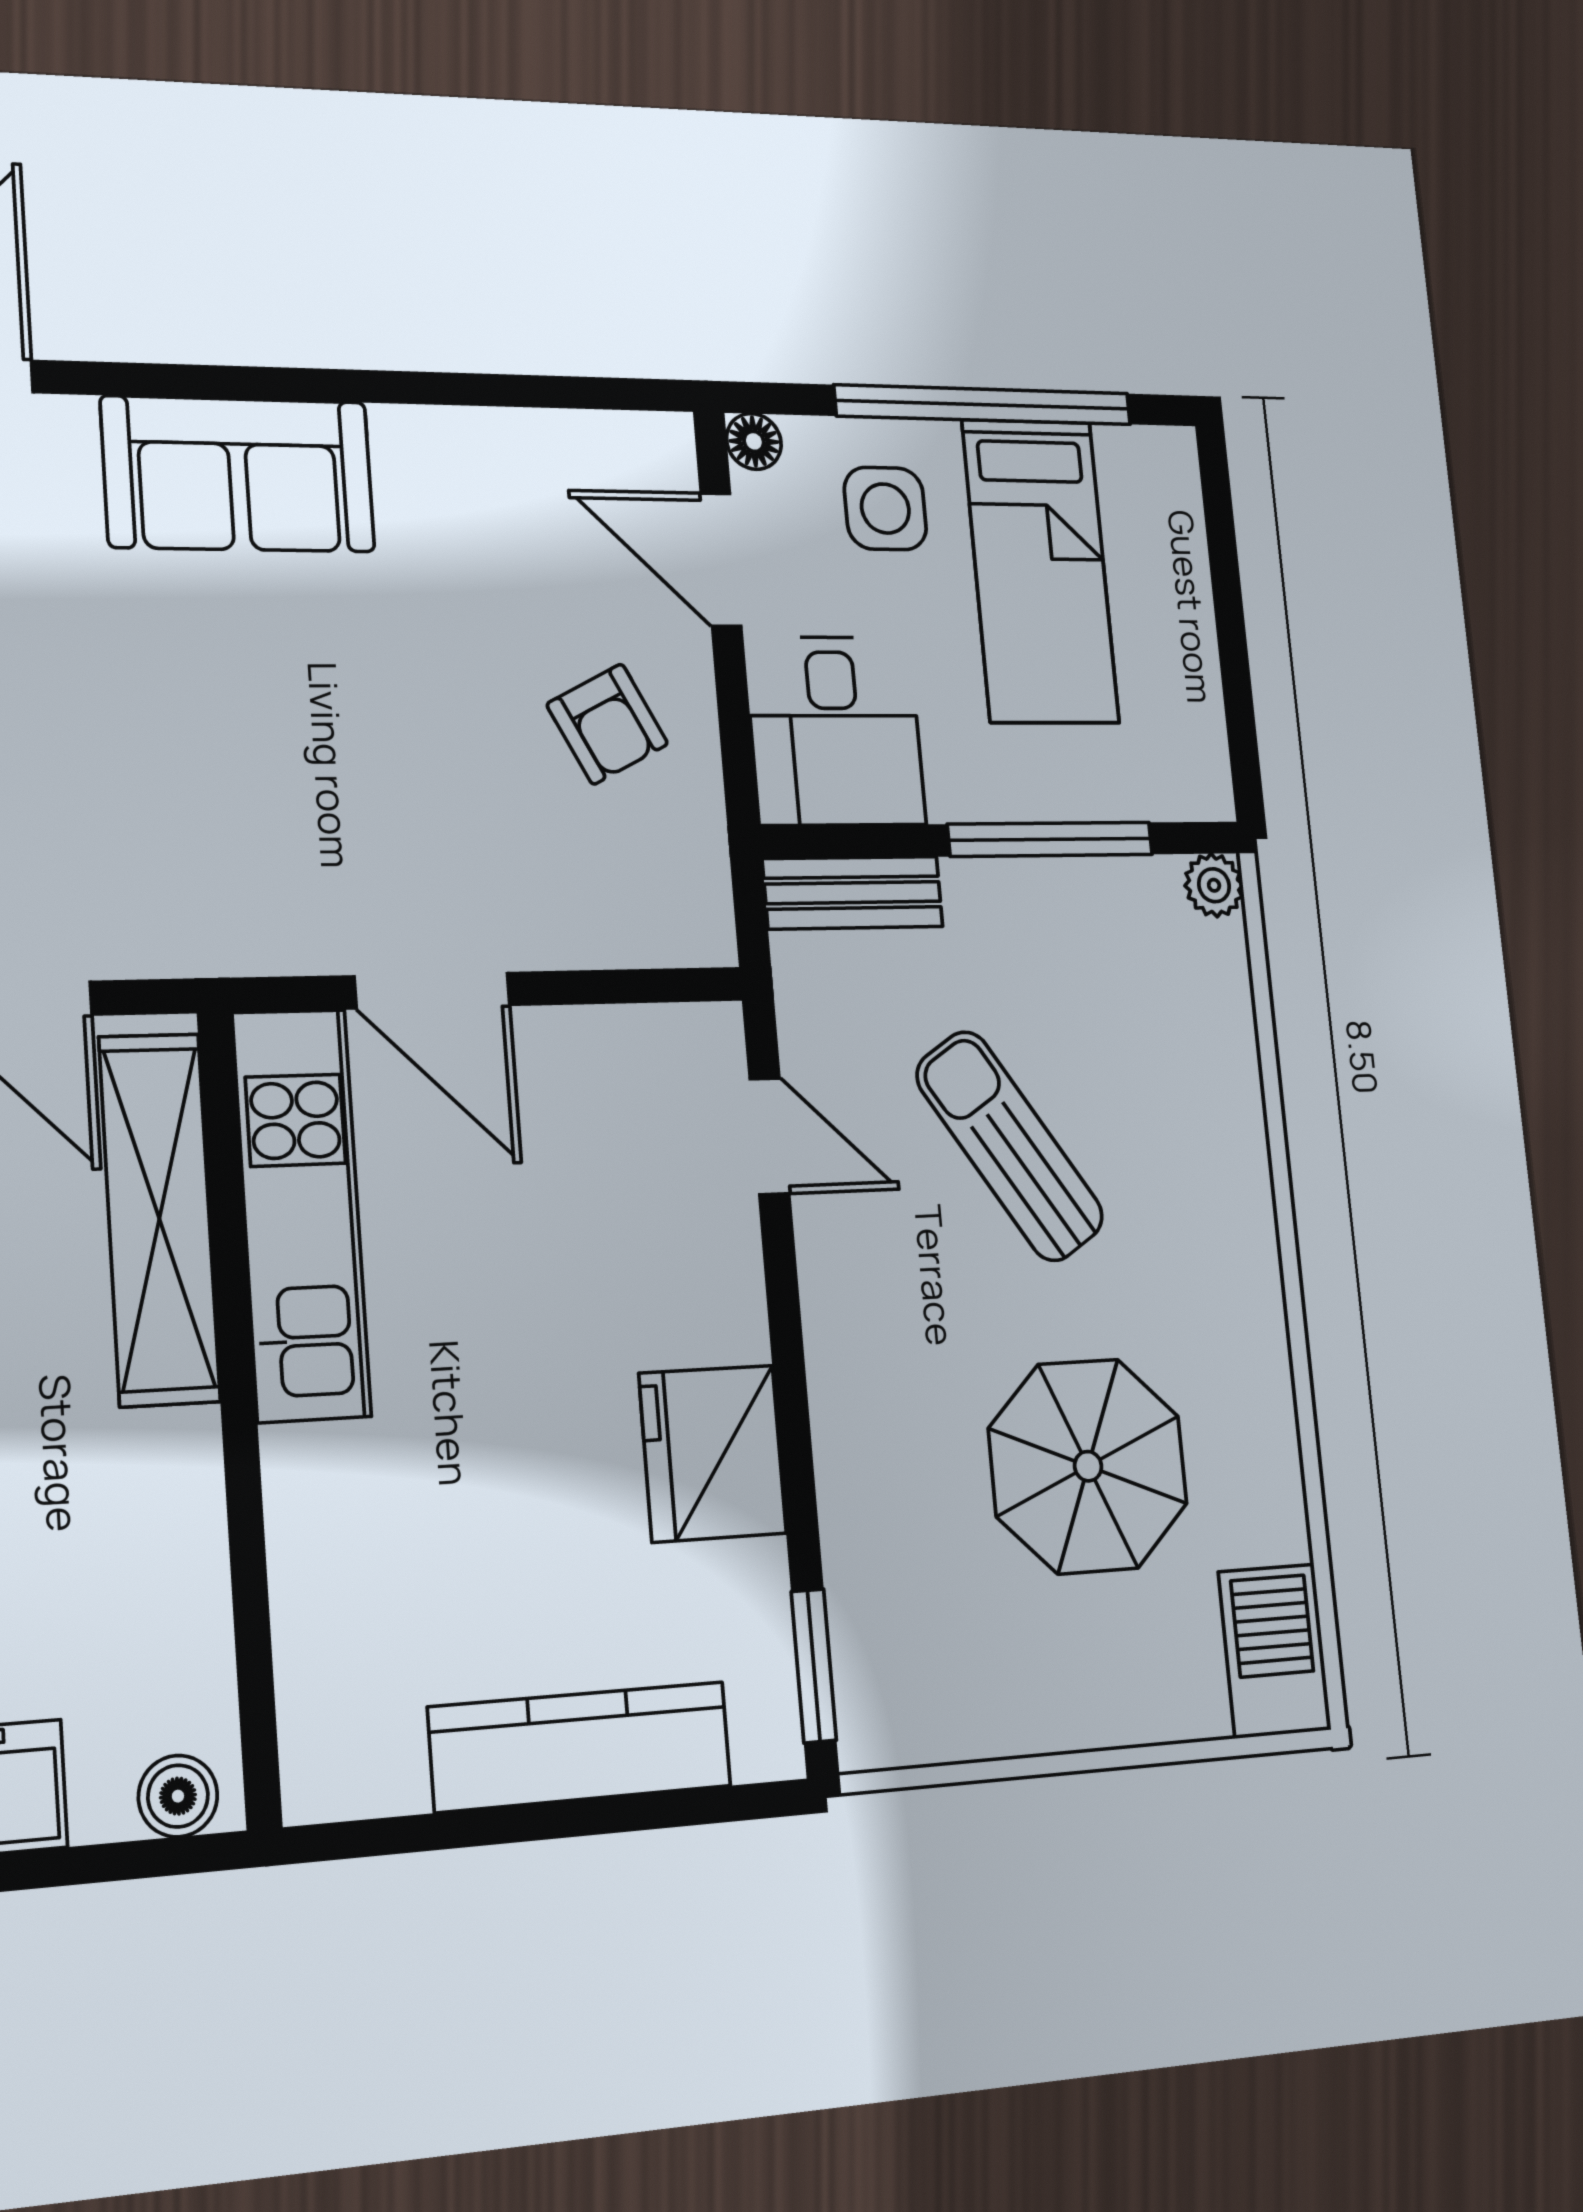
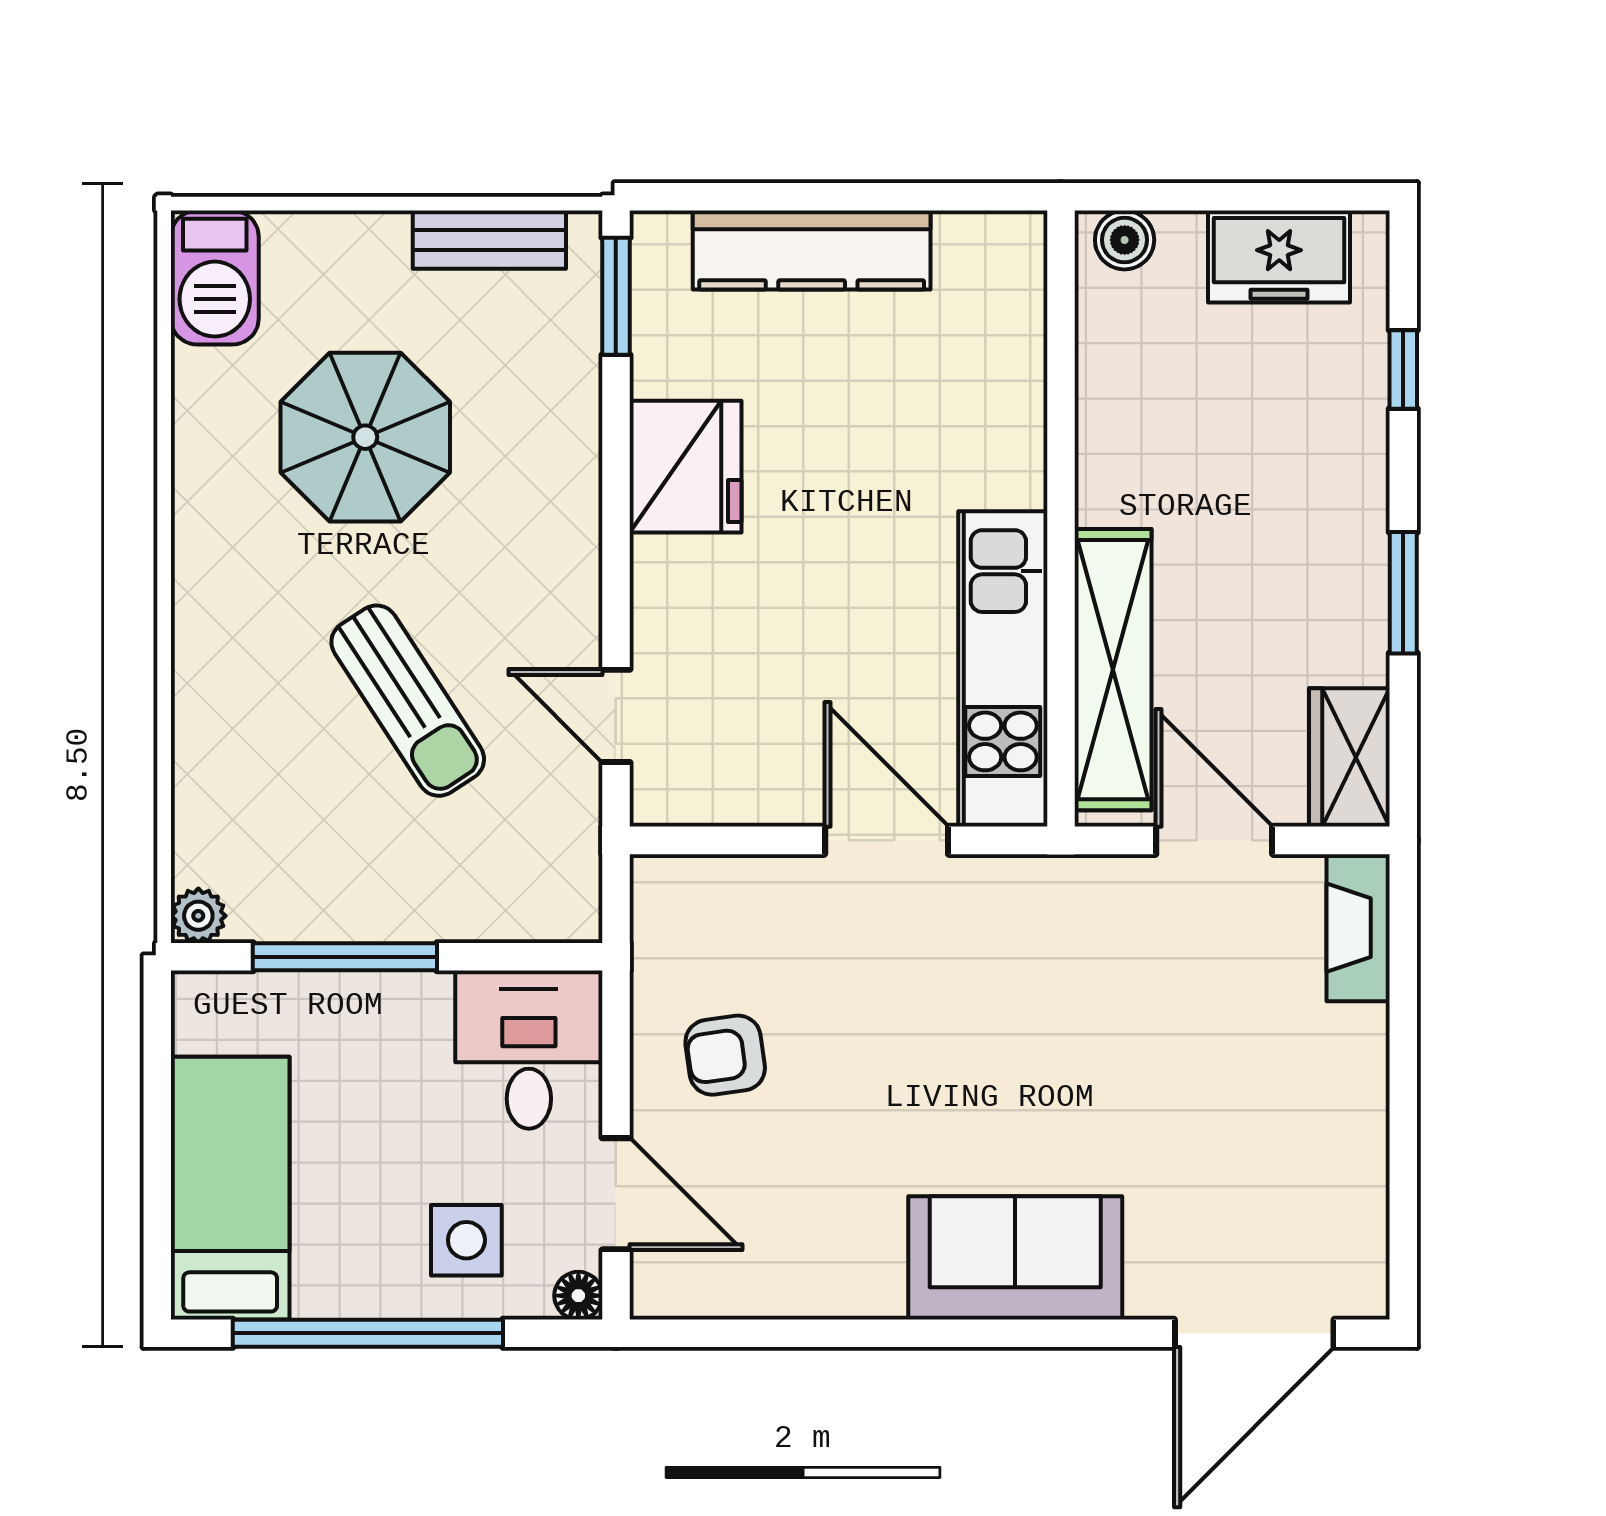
bed: (1040, 571) -> (230, 1188), moved
armchair: (607, 724) -> (725, 1055), turned -71
bench: (853, 893) -> (489, 240), moved

